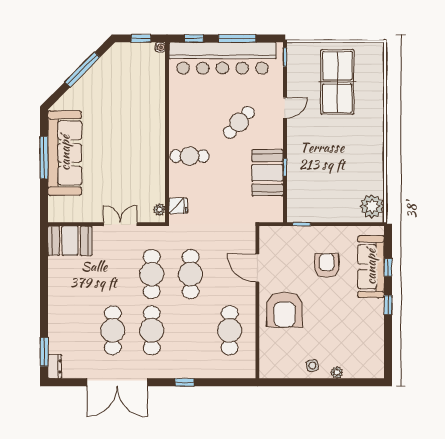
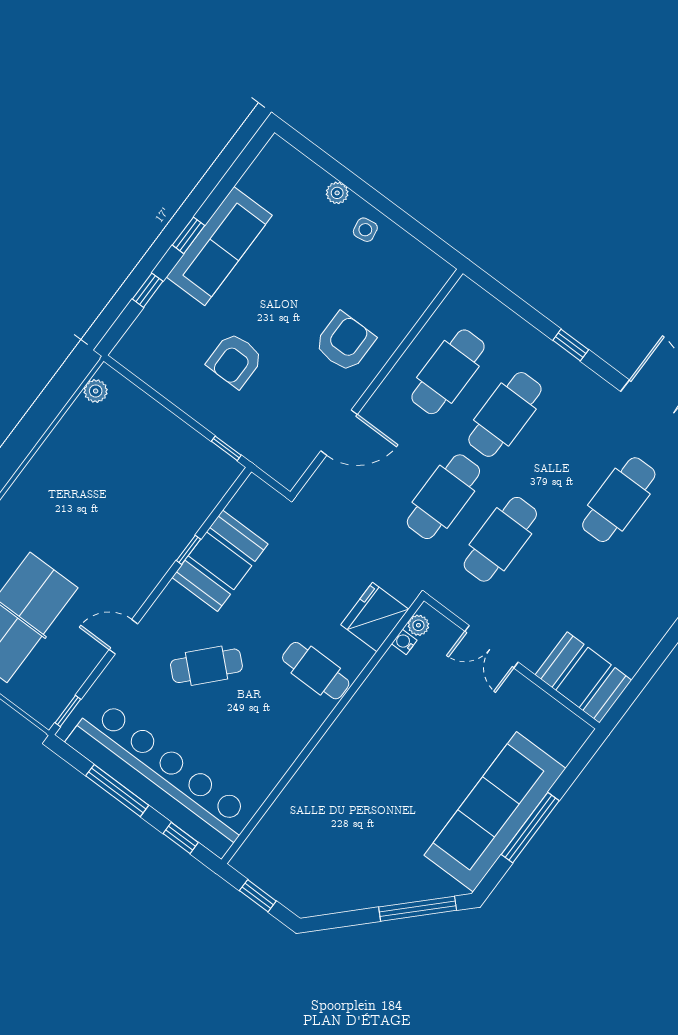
water cooler: (160, 47) -> (404, 642), moved
window: (82, 70) -> (418, 909), moved
fridge: (178, 206) -> (375, 617), width x1.88, depth x1.34
plant: (372, 206) -> (96, 391), width x0.53, depth x0.53
sofa: (371, 267) -> (219, 246), moved
door: (257, 268) -> (339, 433), hinge flipped
armchair: (285, 310) -> (345, 342), width x0.73, depth x0.73
cafe table: (152, 330) -> (505, 414), moved

